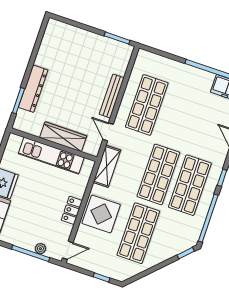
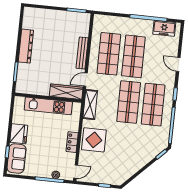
dresser: (33, 89) -> (26, 46), moved
door: (108, 132) -> (85, 80), hinge flipped
wardrobe: (63, 137) -> (66, 92), moved
shop shelf: (138, 233) -> (133, 56), moved

